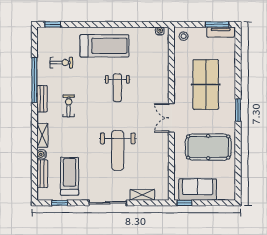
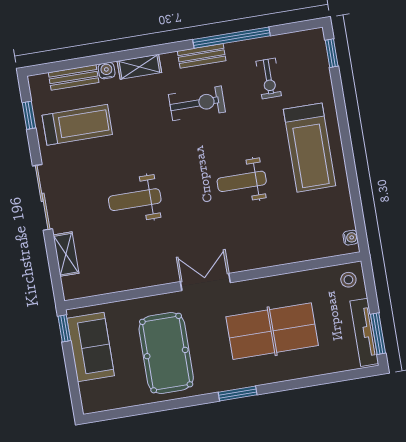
tv unit: (221, 32) -> (364, 332), width x1.41
exercise bike: (69, 106) -> (197, 103), width x1.38, depth x1.39
weight bench: (118, 150) -> (135, 200), width x0.73, depth x0.75

